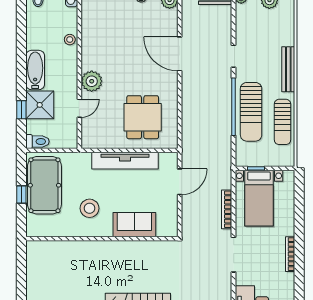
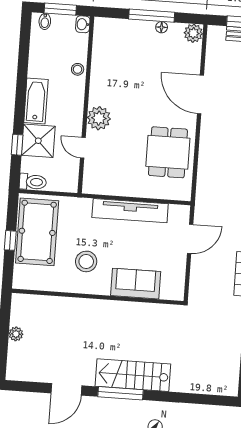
door: (79, 108) -> (83, 148), swing flipped
dining table: (143, 117) -> (168, 152), moved
plant: (32, 277) -> (16, 334), added

